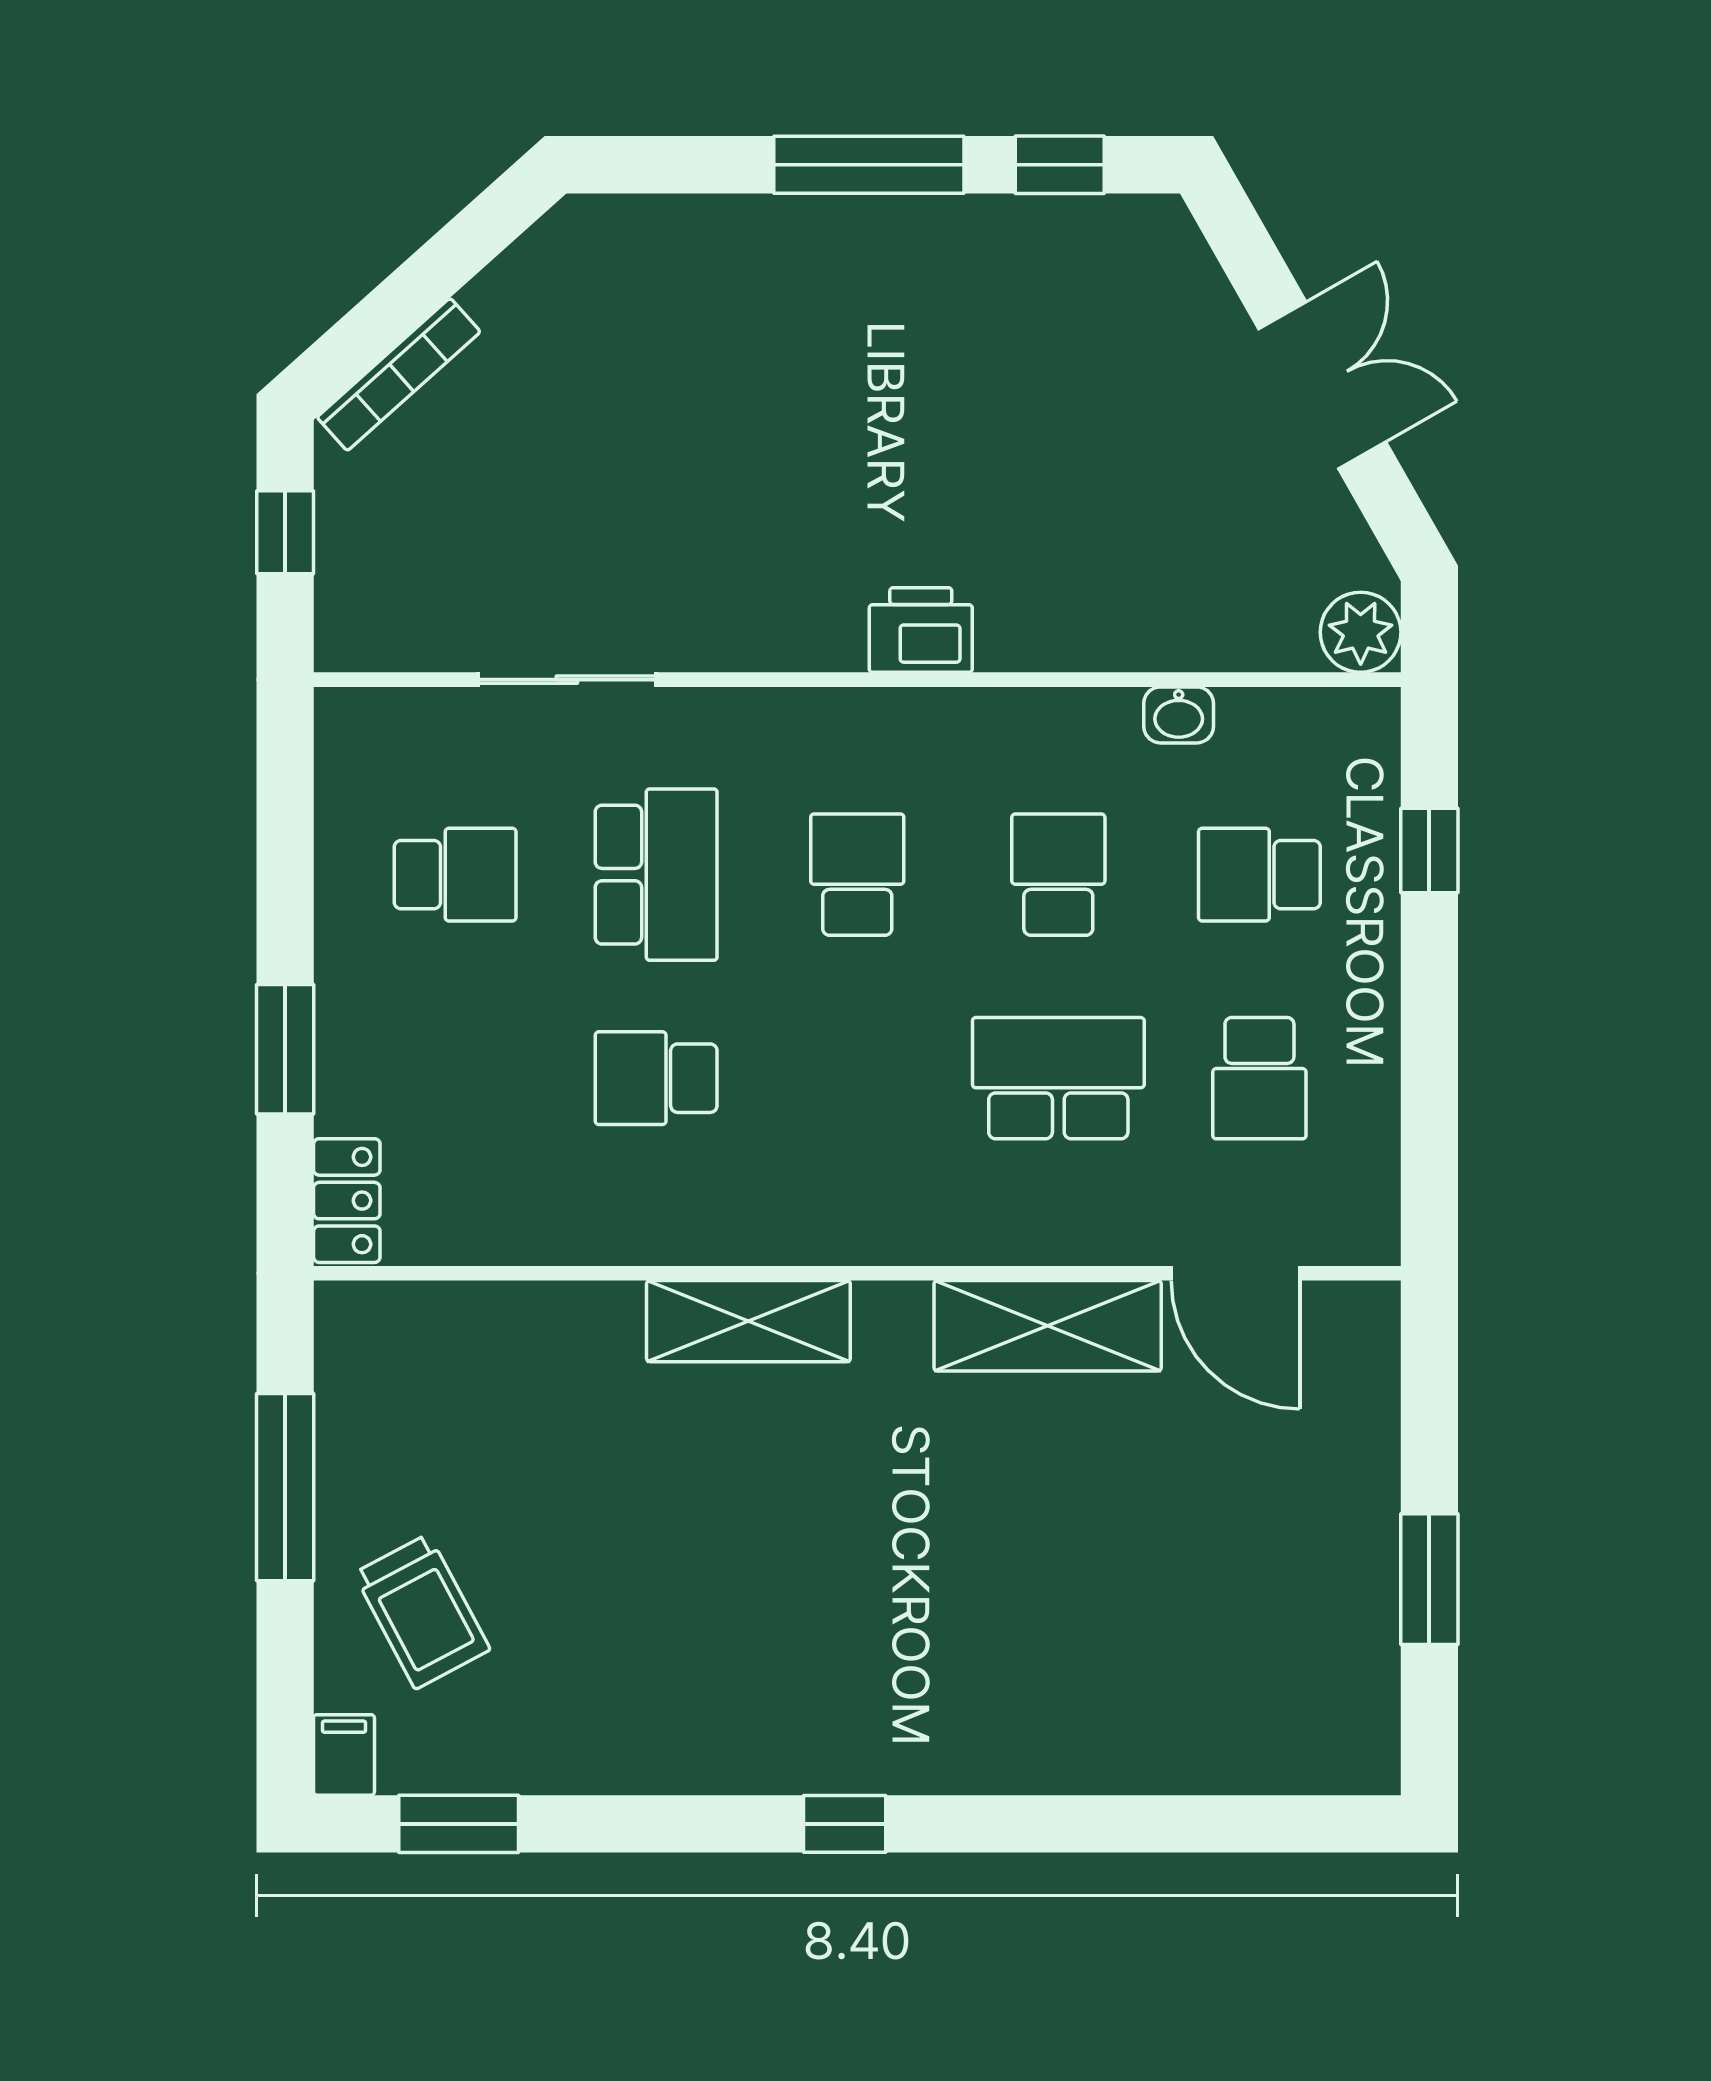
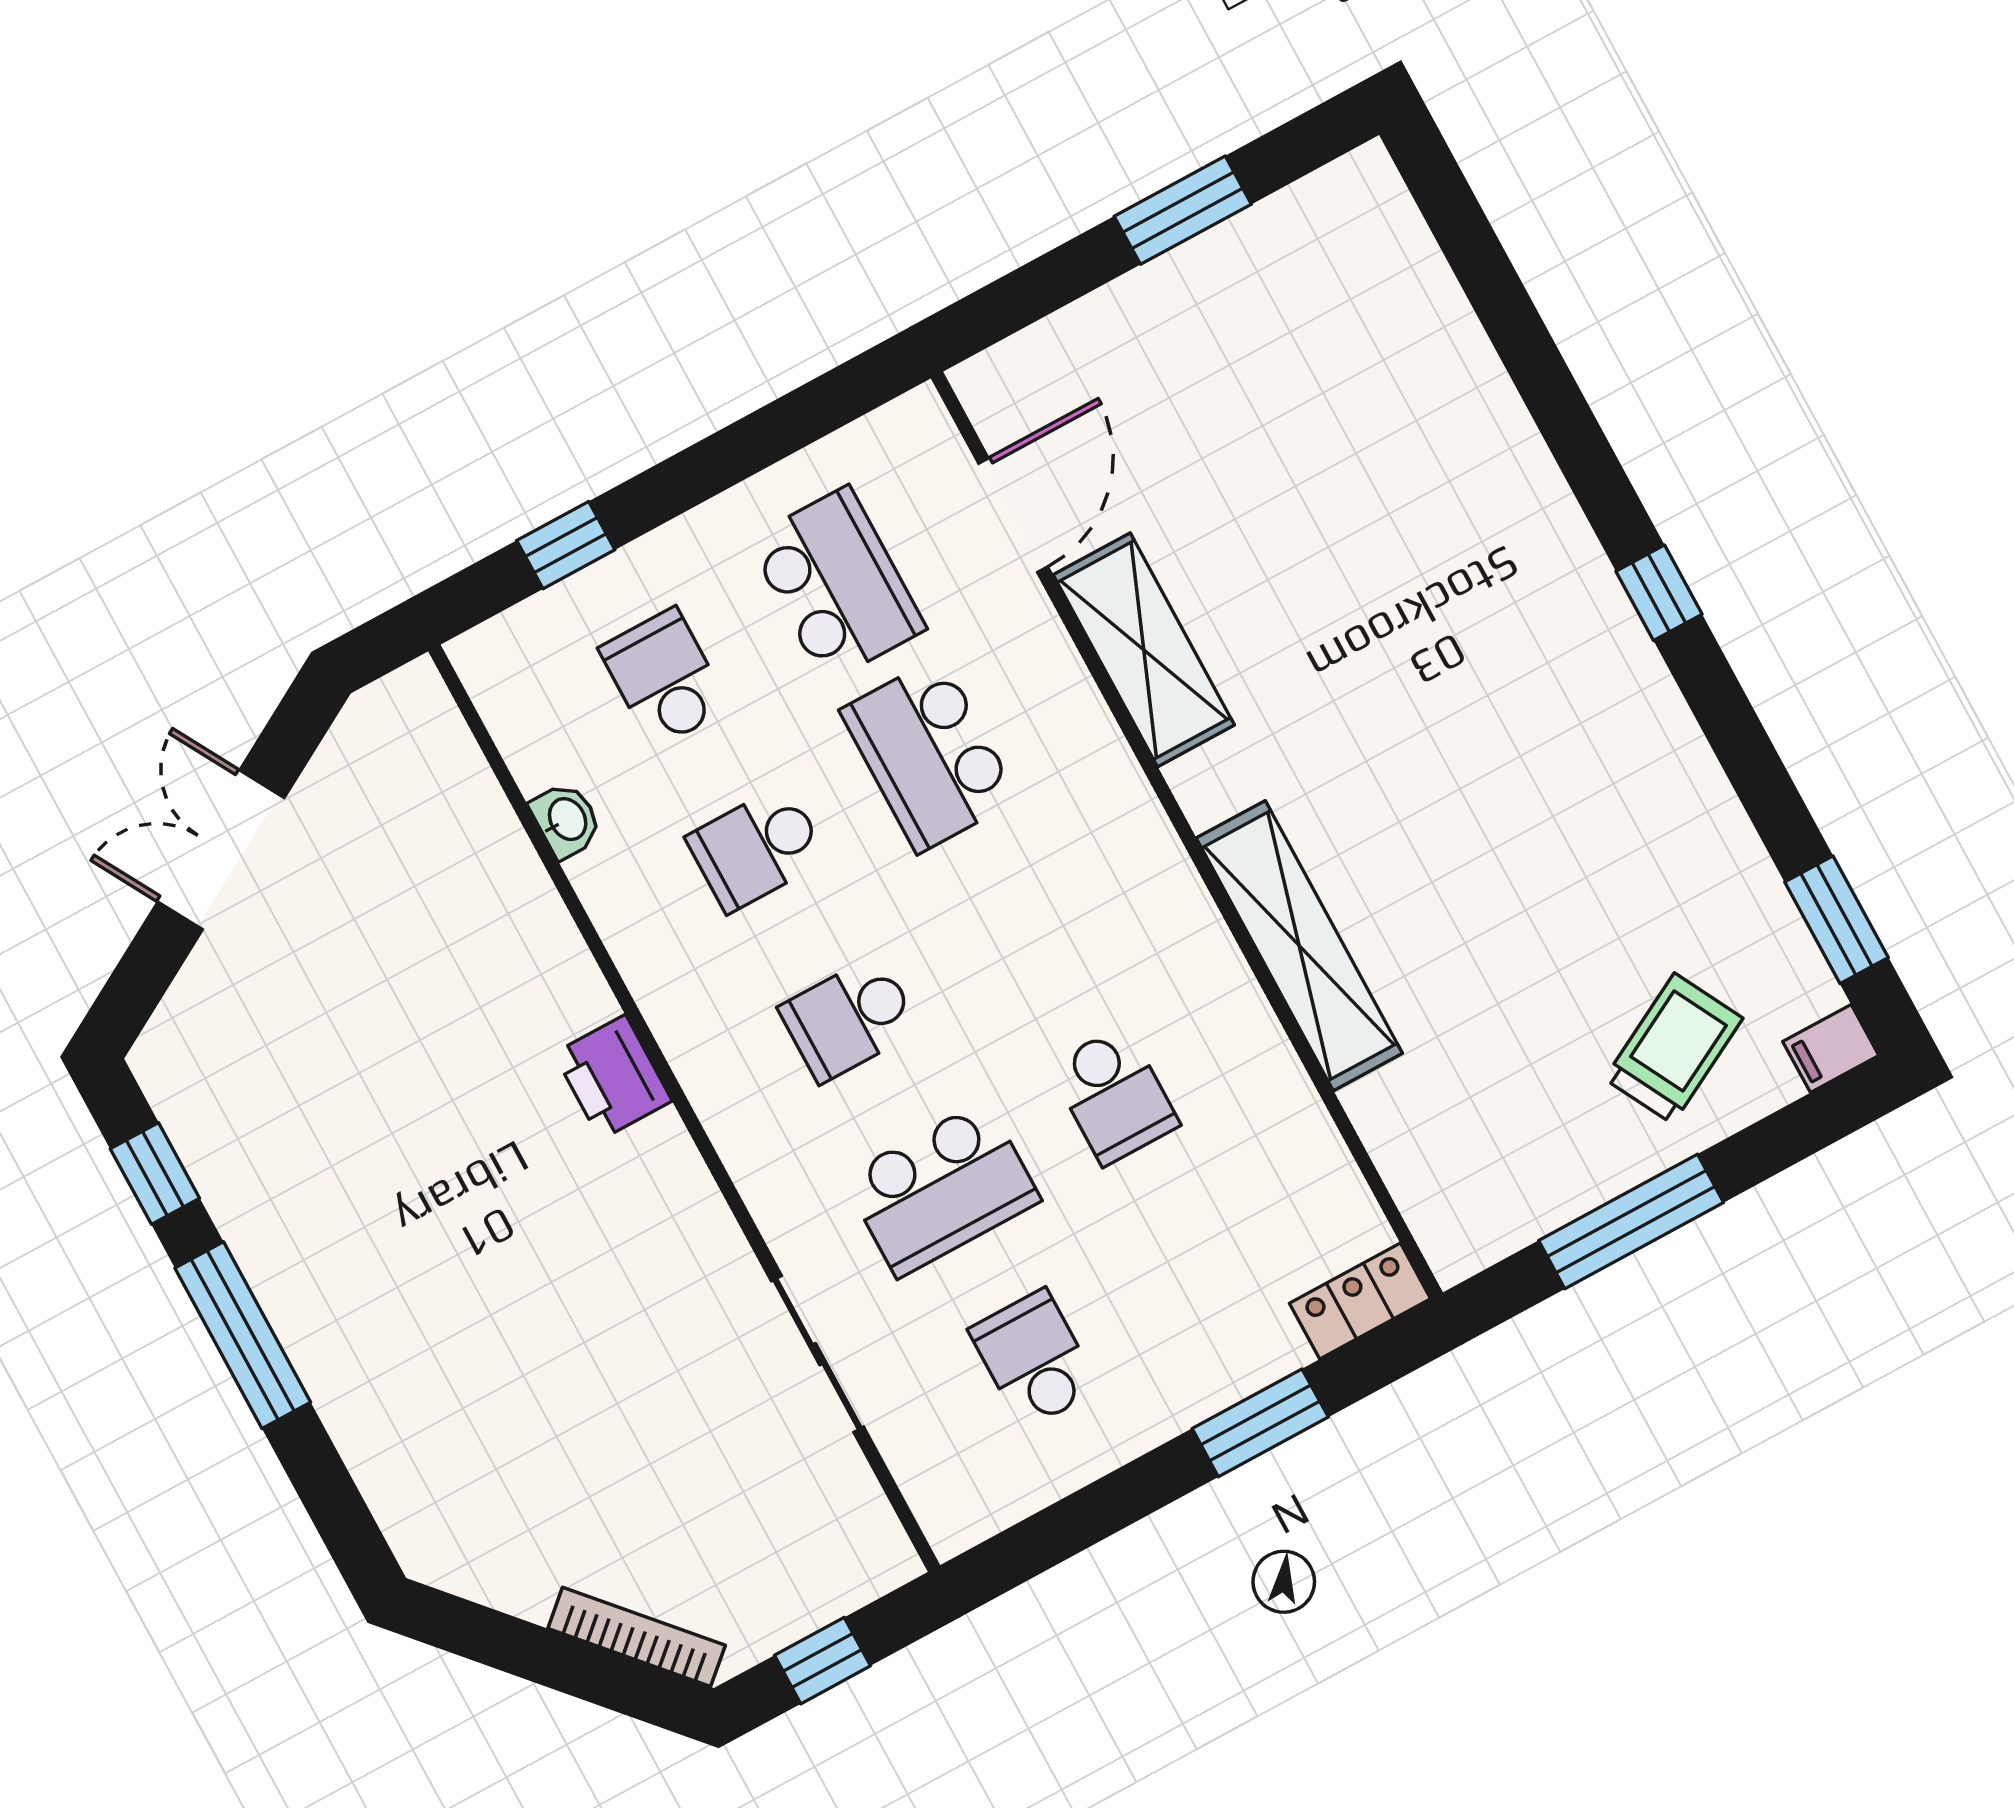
plant: (1361, 632) -> (413, 704), removed
school desk: (656, 875) -> (942, 1189), turned 180
school desk: (1259, 875) -> (664, 678), turned 180
school desk: (1259, 1078) -> (837, 584), width x1.85
shelving: (748, 1321) -> (1299, 946), width x1.47

